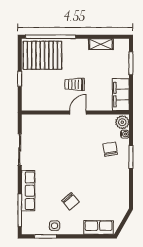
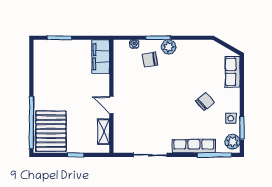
shelving: (101, 44) -> (104, 132), moved
trolley: (75, 84) -> (82, 97), removed
filing cabinet: (121, 95) -> (101, 57), moved, turned 90
door: (78, 113) -> (111, 105), moved
plant: (122, 122) -> (169, 47), moved
plant: (32, 227) -> (233, 142), added

